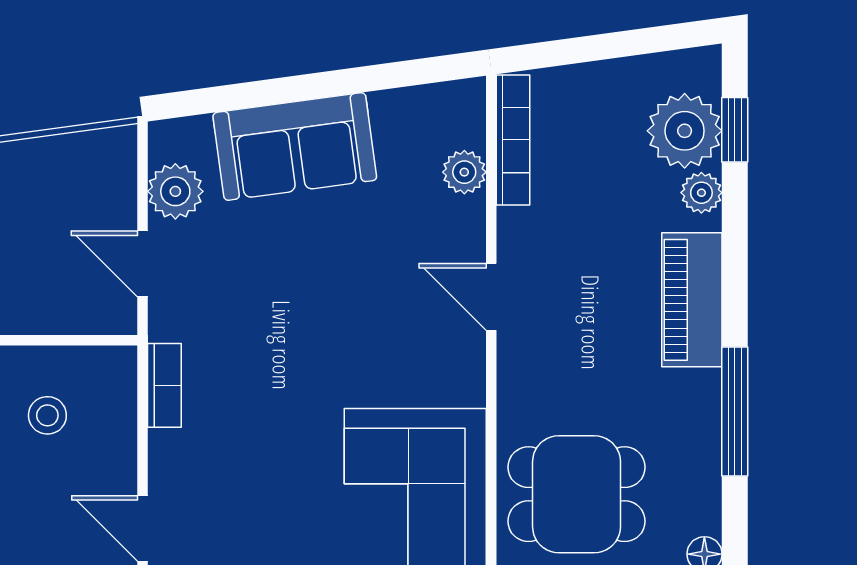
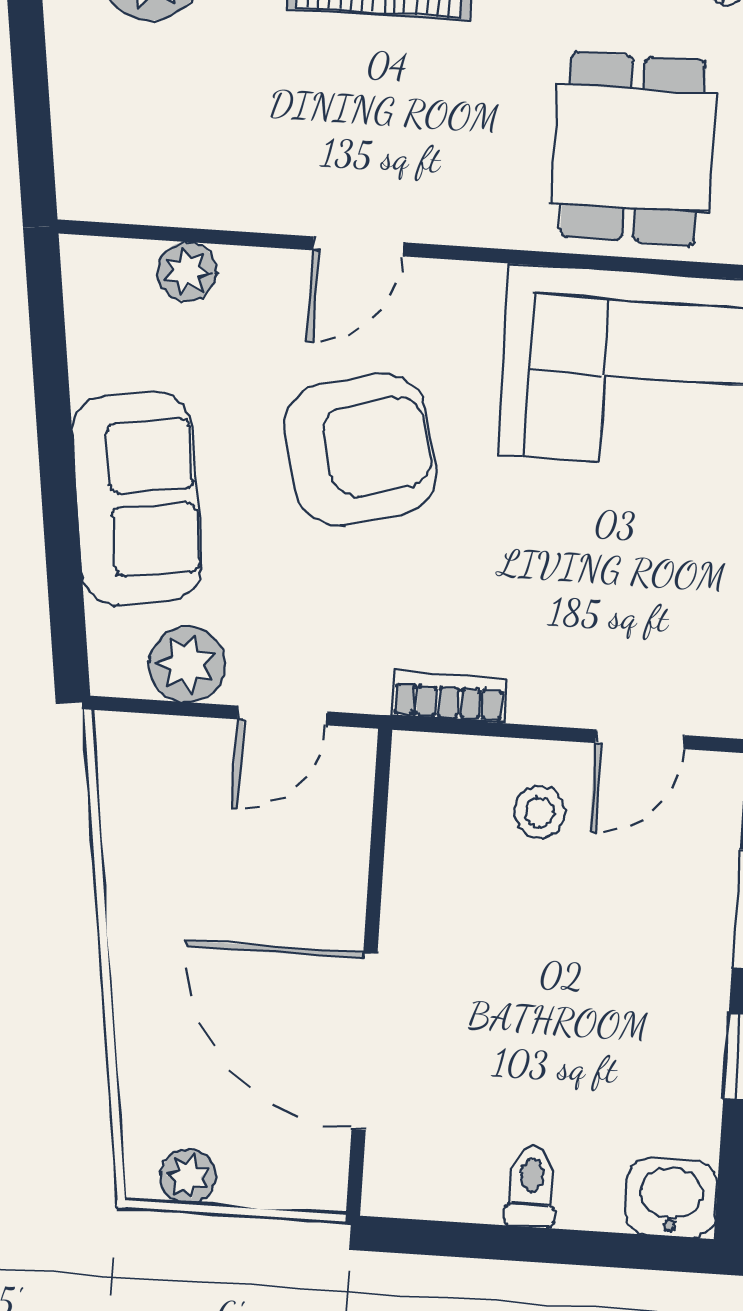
bookcase: (513, 140) -> (148, 203), removed
armchair: (342, 308) -> (361, 450), added
stool: (47, 415) -> (539, 812), moved

